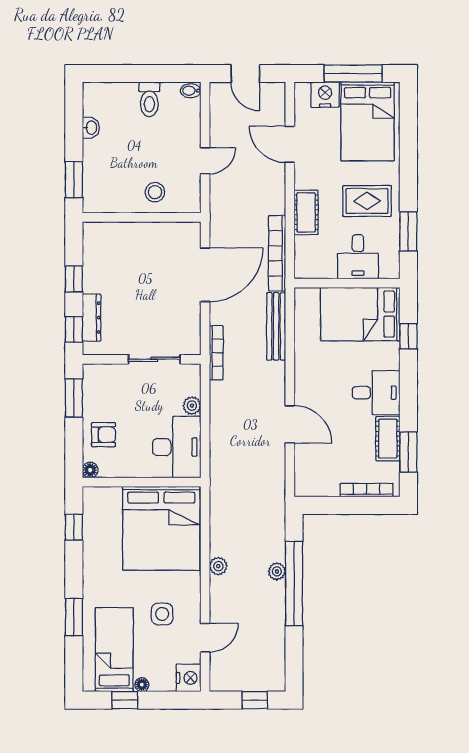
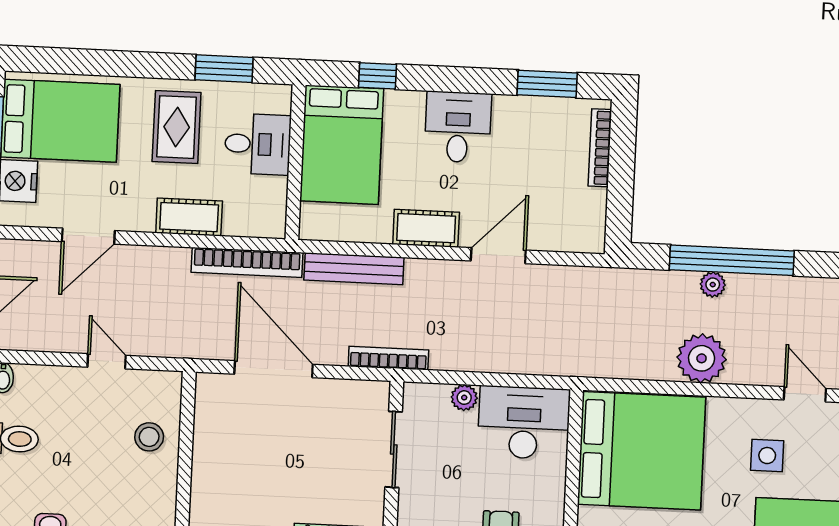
cot: (388, 439) -> (426, 228), moved
plant: (218, 566) -> (702, 358), width x1.88, depth x1.88

